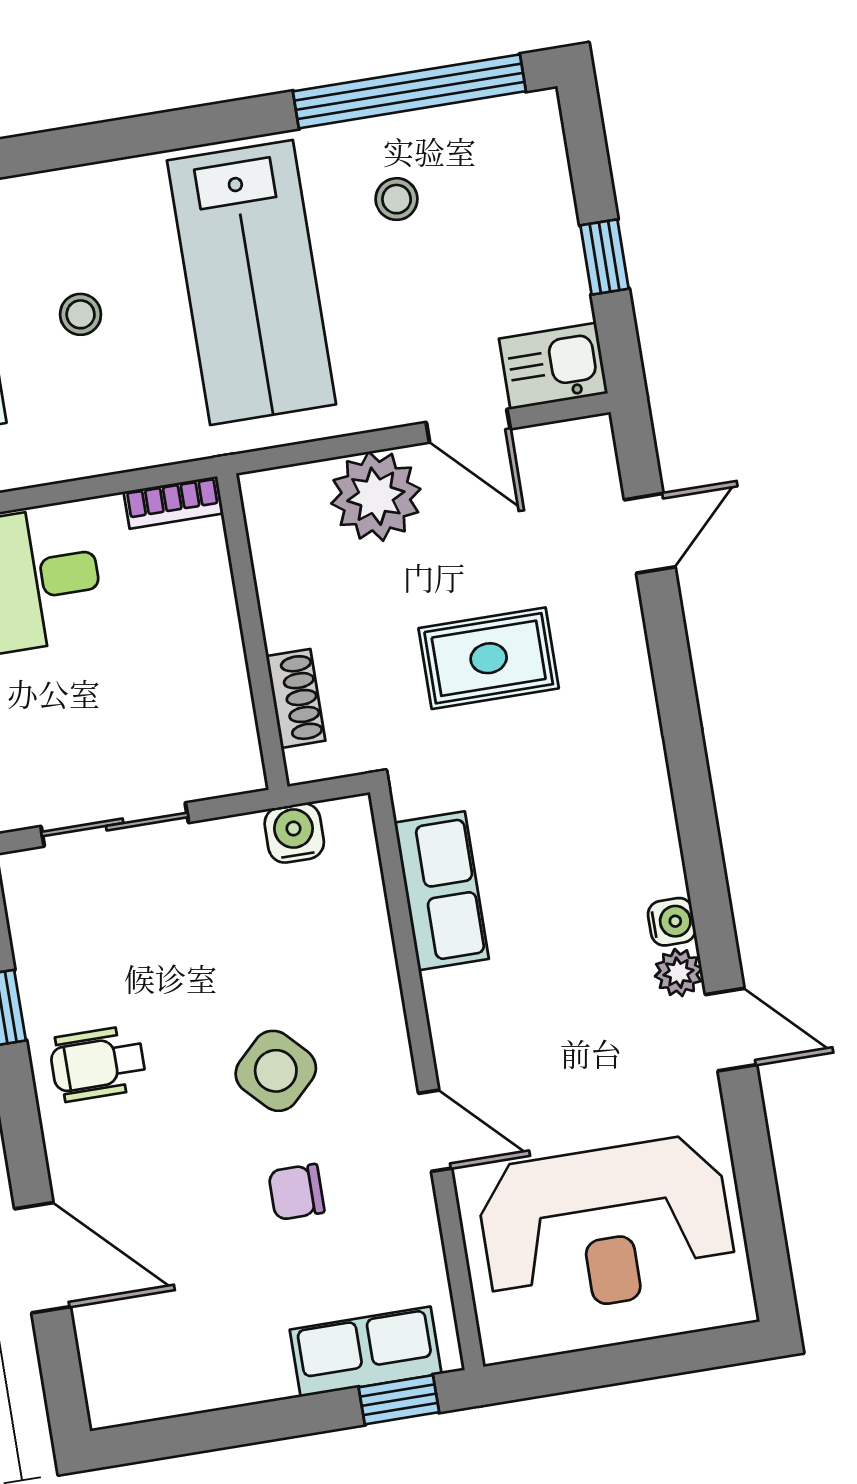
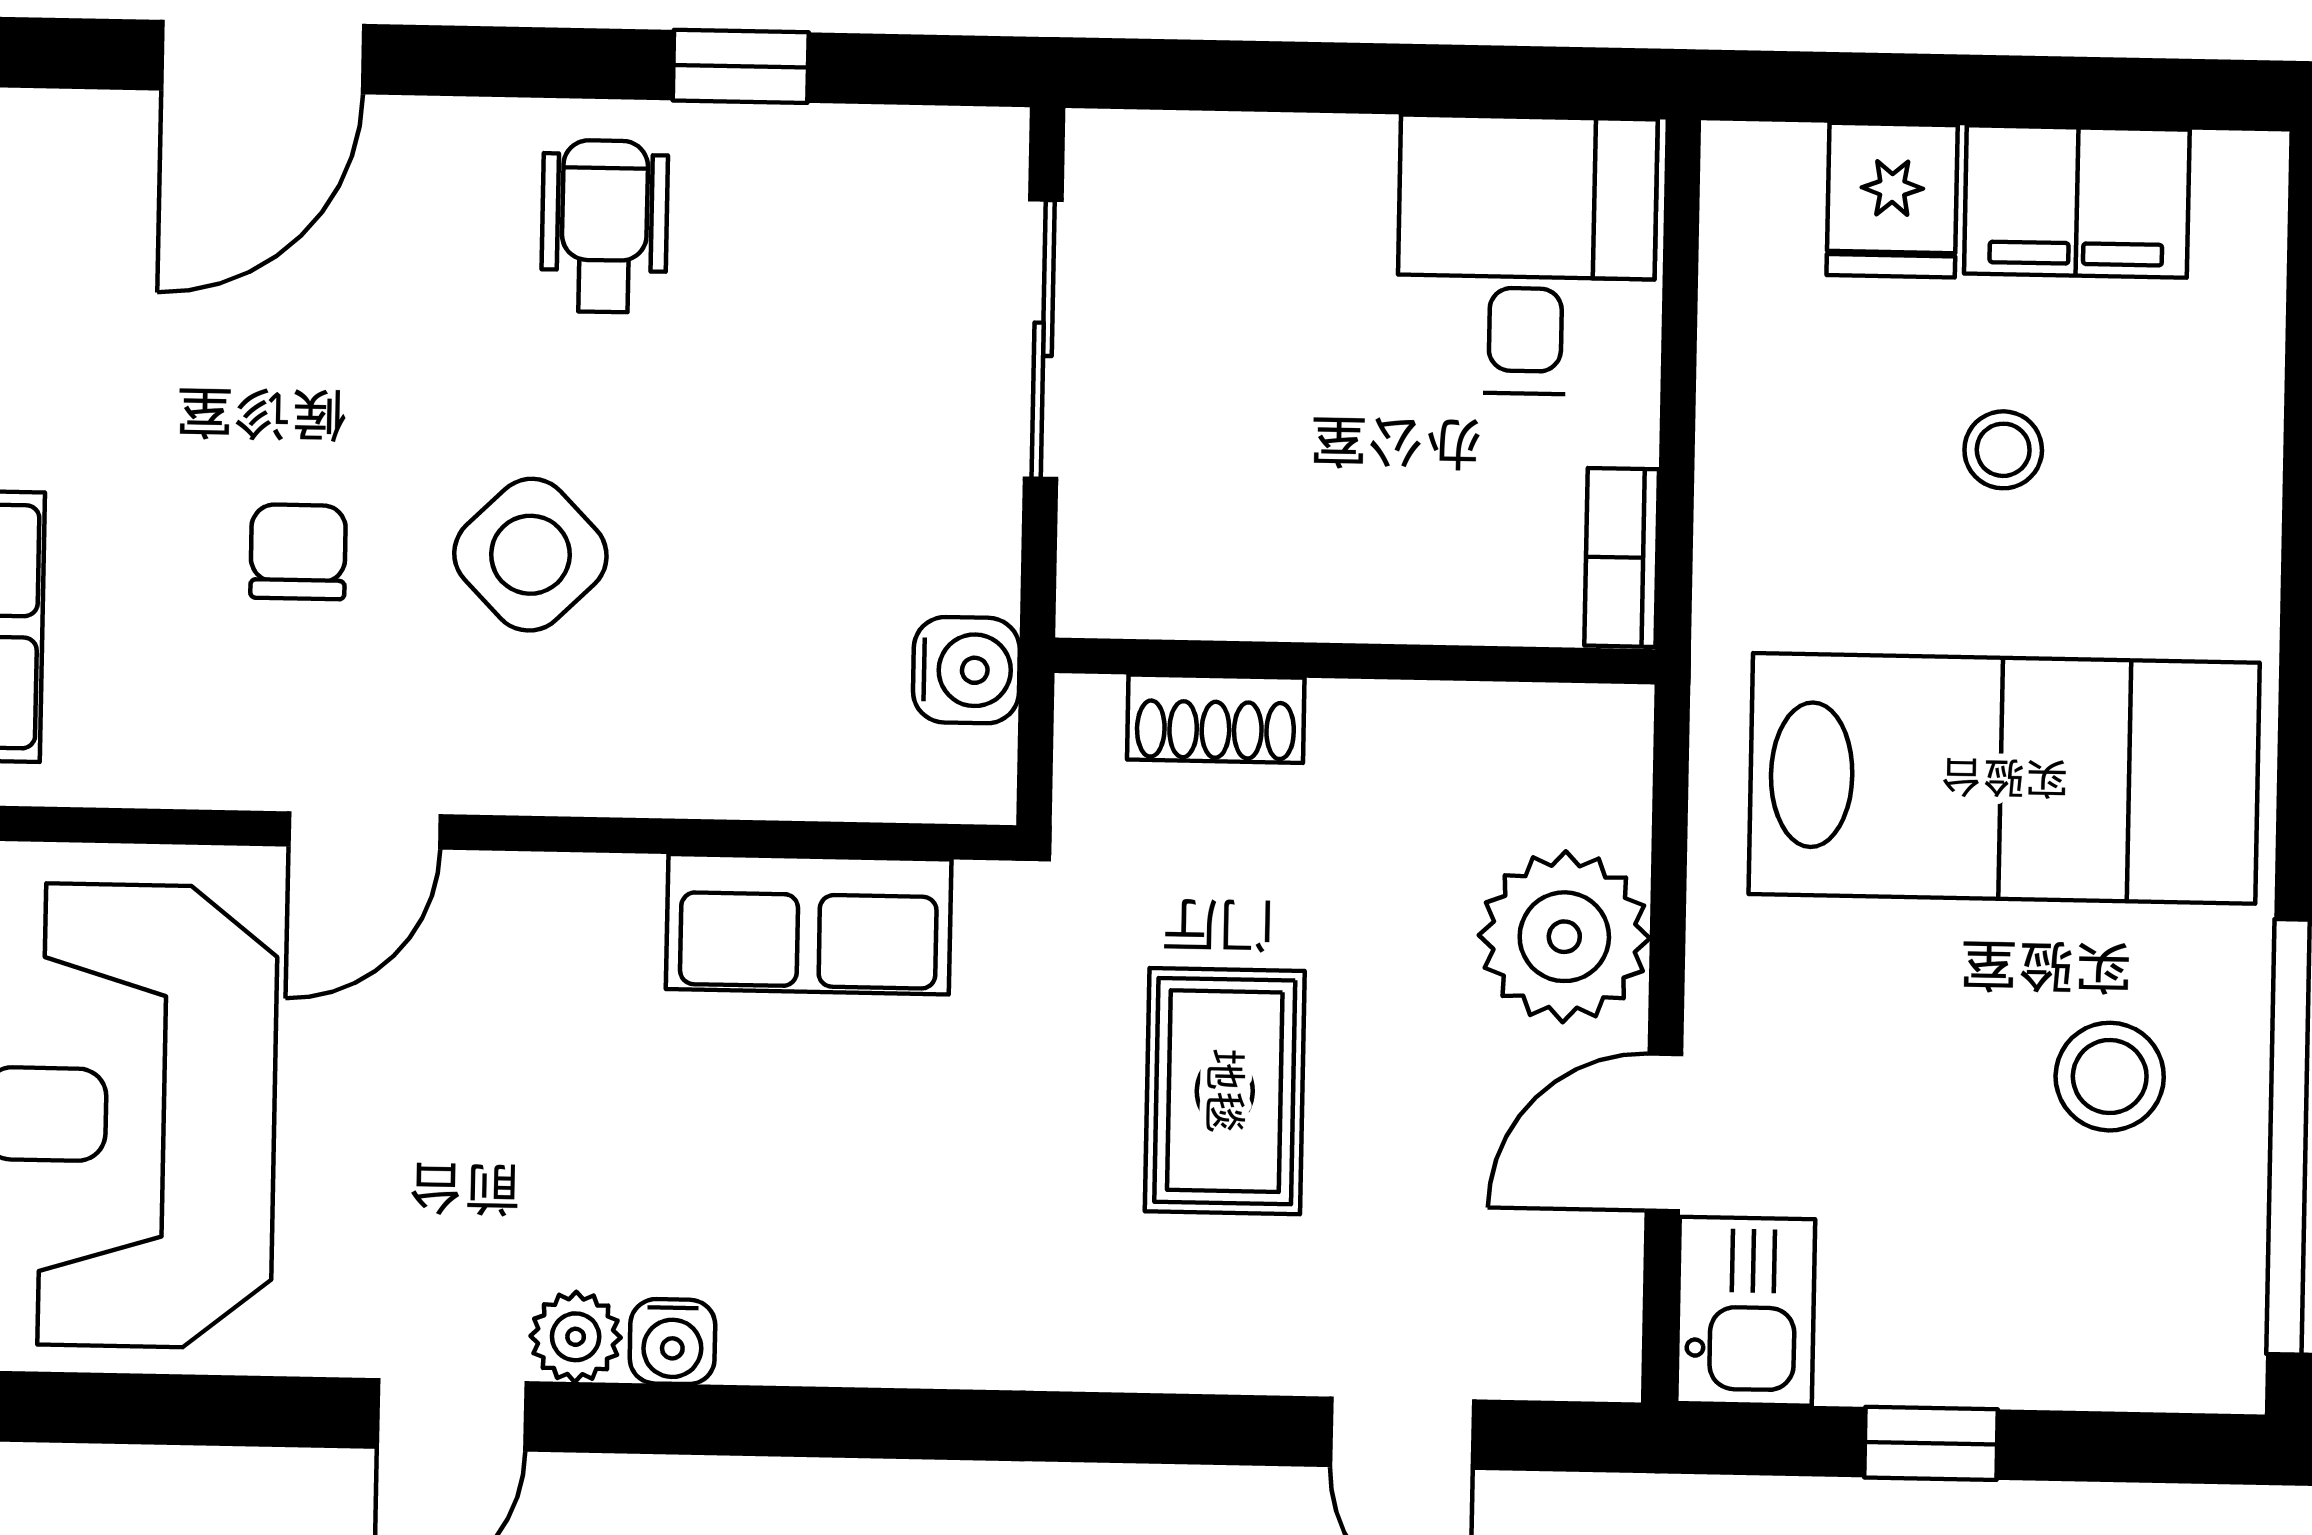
stool: (397, 199) -> (2110, 1077), width x1.37, depth x1.37
lab bench: (251, 282) -> (2004, 778), turned 180

